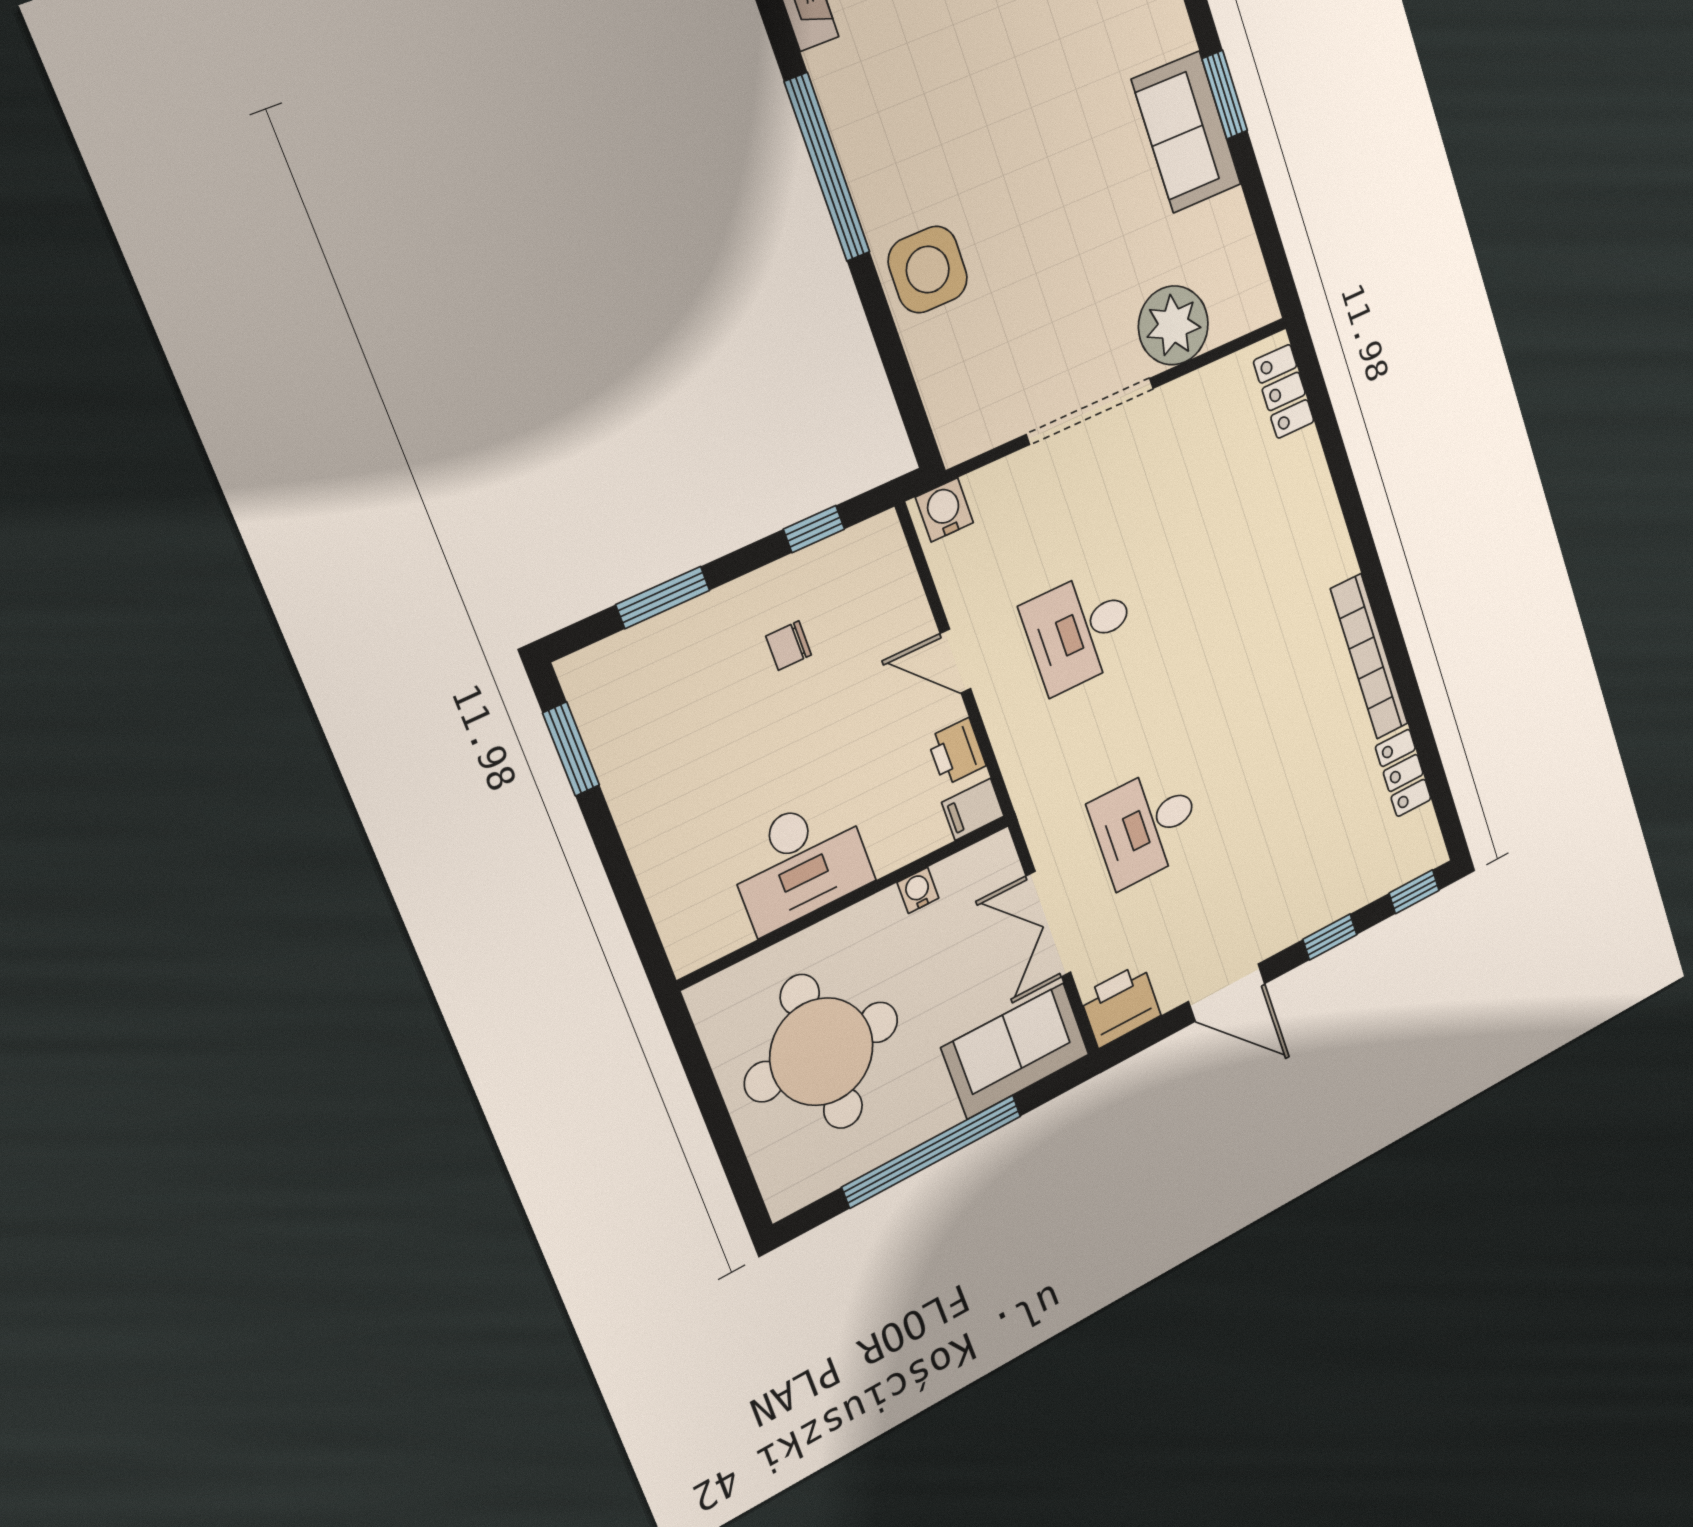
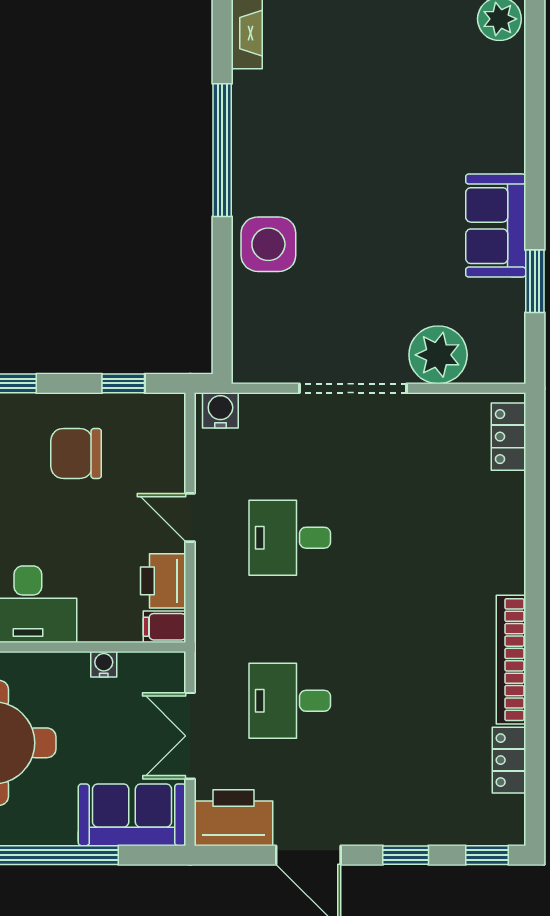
window: (1225, 95) -> (535, 281), moved
chair: (789, 646) -> (76, 453), width x1.87, depth x1.87
printer: (957, 752) -> (163, 581), width x1.36, depth x1.24
printer: (1121, 1005) -> (234, 818), width x1.37, depth x1.19

